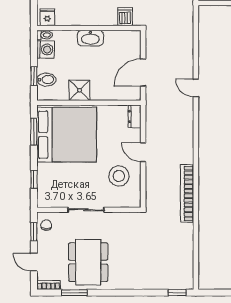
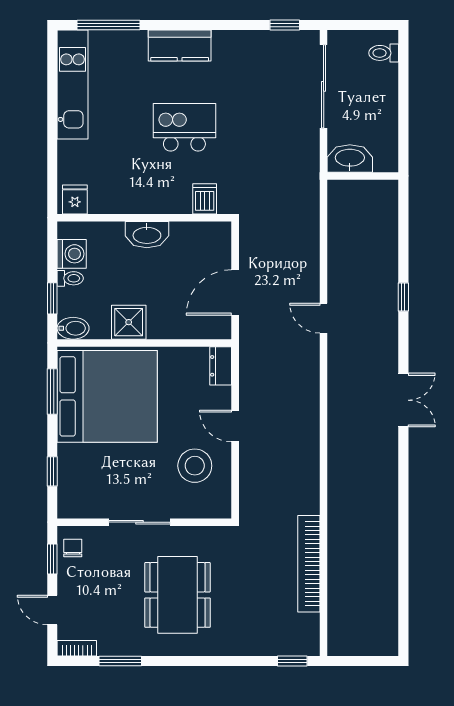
toilet: (45, 35) -> (70, 278), moved
bidet: (46, 80) -> (73, 328), moved
bookcase: (187, 193) -> (309, 564), moved
dining table: (88, 262) -> (178, 595), moved

